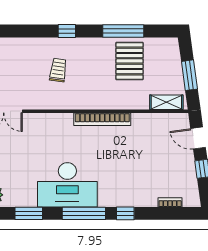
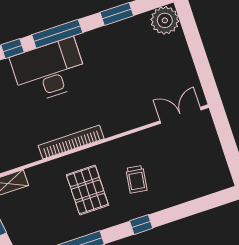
pallet: (130, 61) -> (87, 190), moved
desk: (67, 185) -> (49, 71), moved

